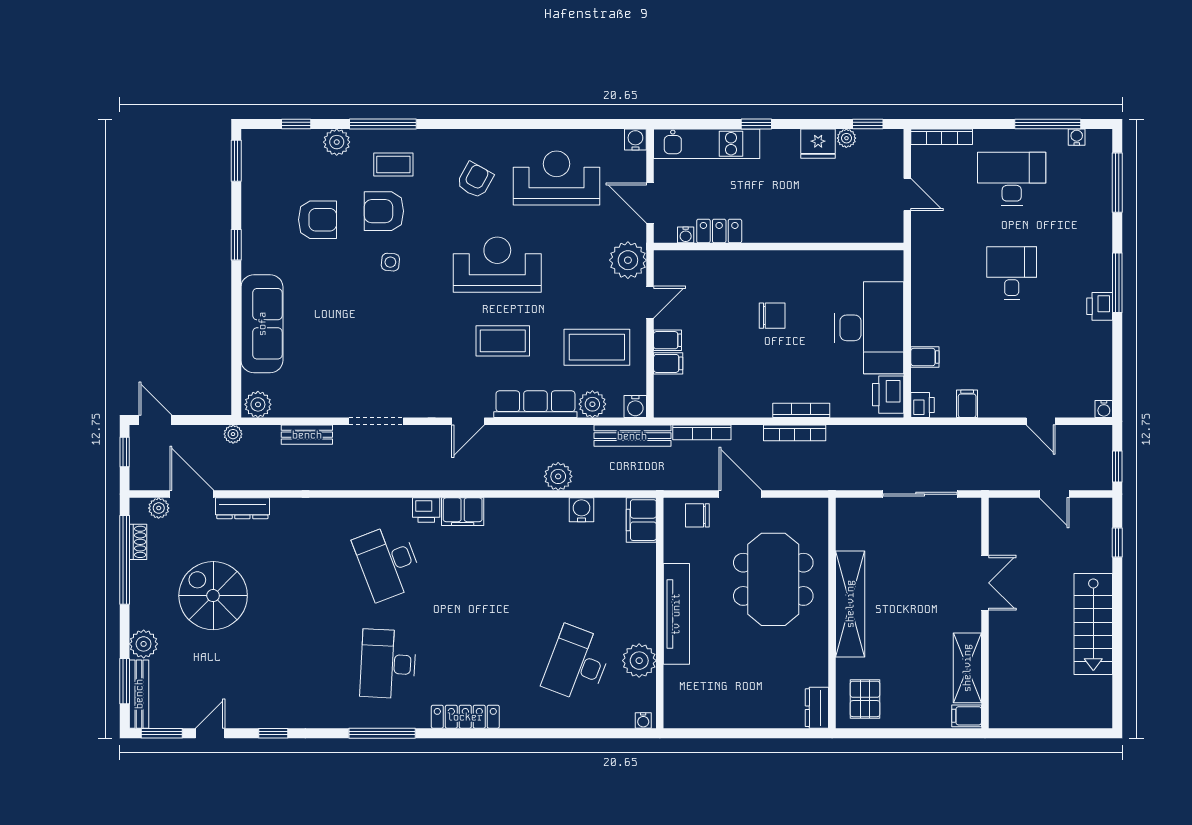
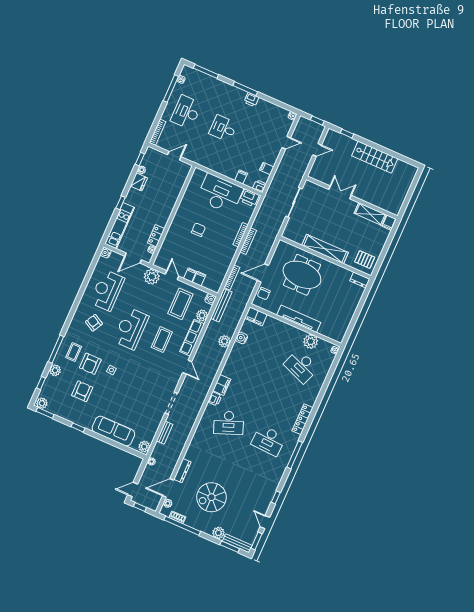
plant: (254, 145) -> (42, 403), added

